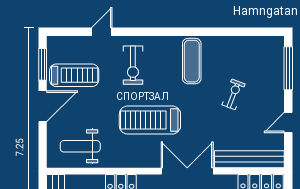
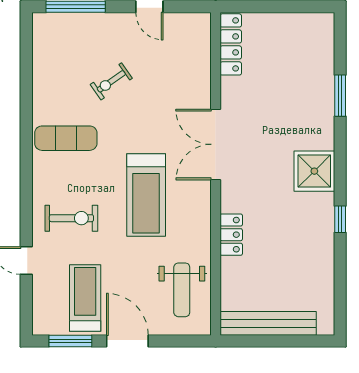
exercise bike: (234, 94) -> (111, 81), turned -56
bench: (249, 159) -> (199, 60), removed

